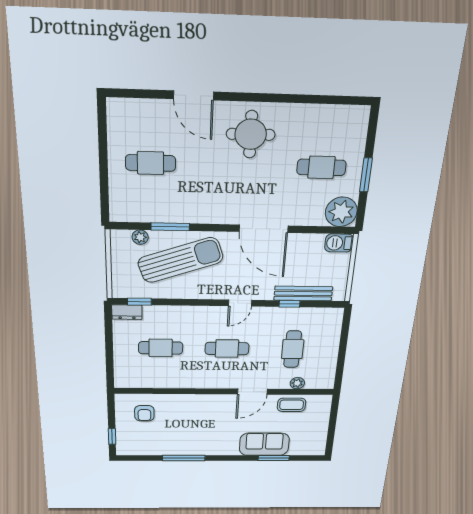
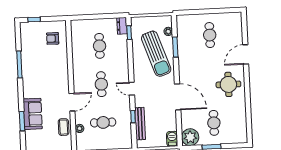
door: (264, 229) -> (178, 97), swing flipped
door: (252, 392) -> (72, 102), swing flipped

